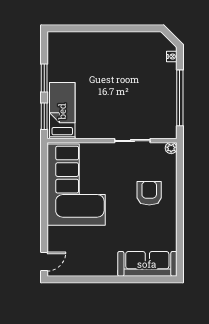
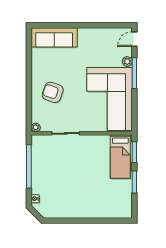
armchair: (149, 193) -> (53, 92), turned 109
window: (44, 218) -> (134, 73), added
plant: (53, 233) -> (127, 61), added

